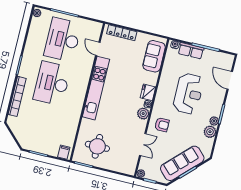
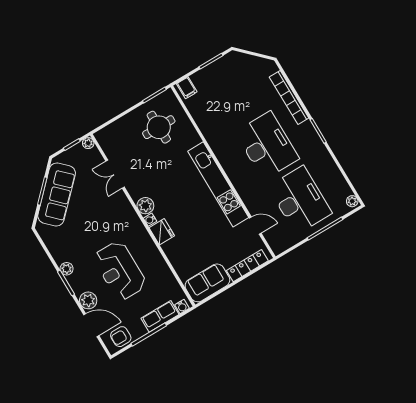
sofa: (154, 56) -> (207, 283), moved, turned -90
armchair: (162, 125) -> (121, 337), moved
plant: (210, 132) -> (88, 300), moved

